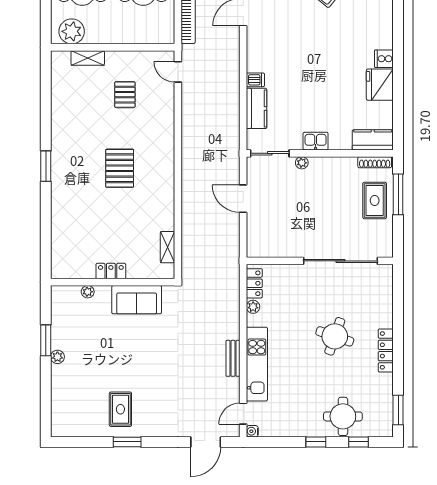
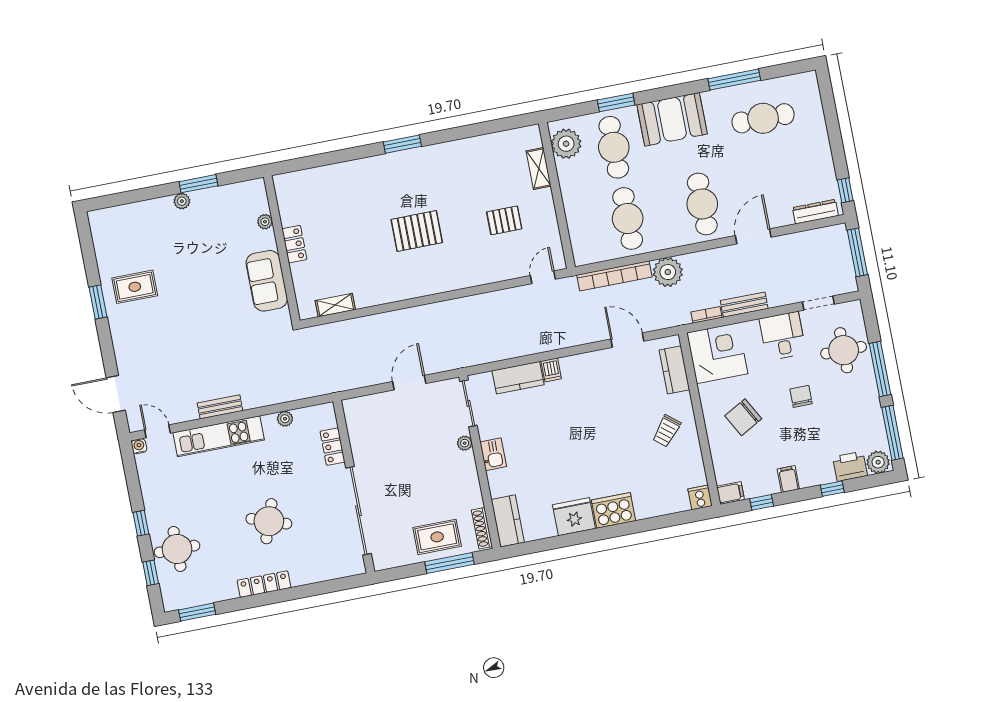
cooker: (384, 59) -> (614, 510), width x1.87, depth x1.31
locker: (254, 283) -> (333, 447), moved, turned 90

